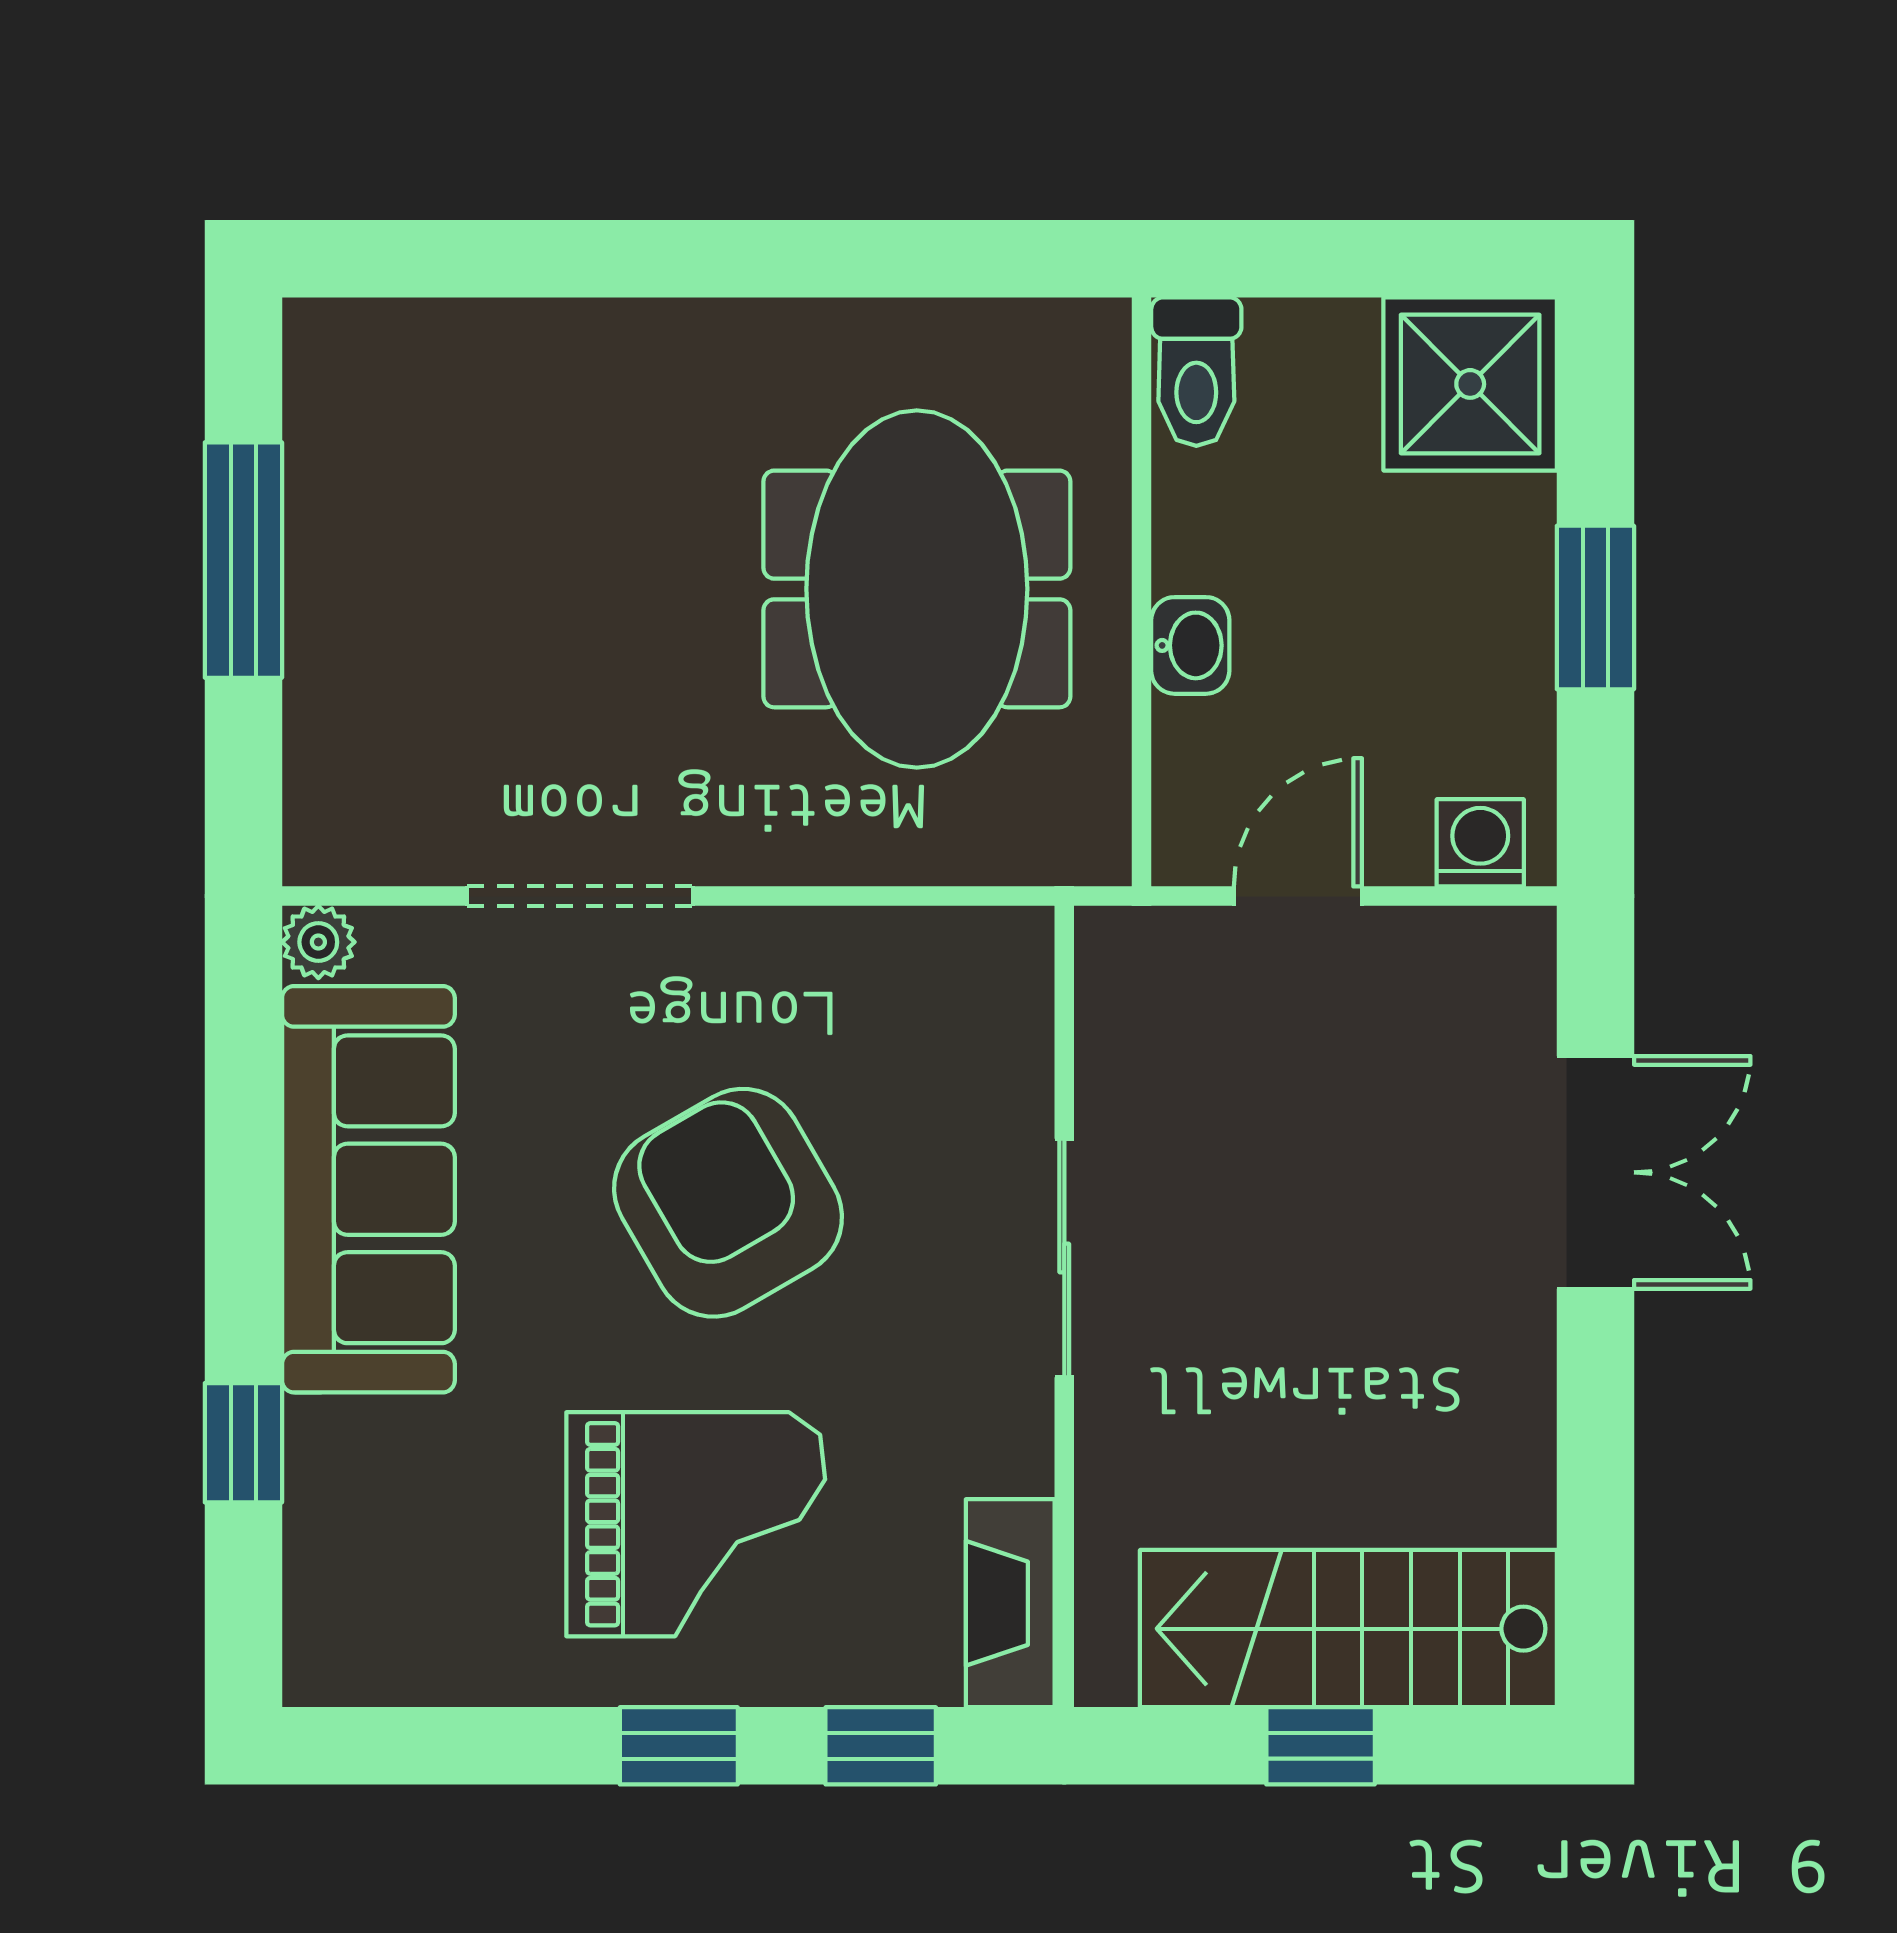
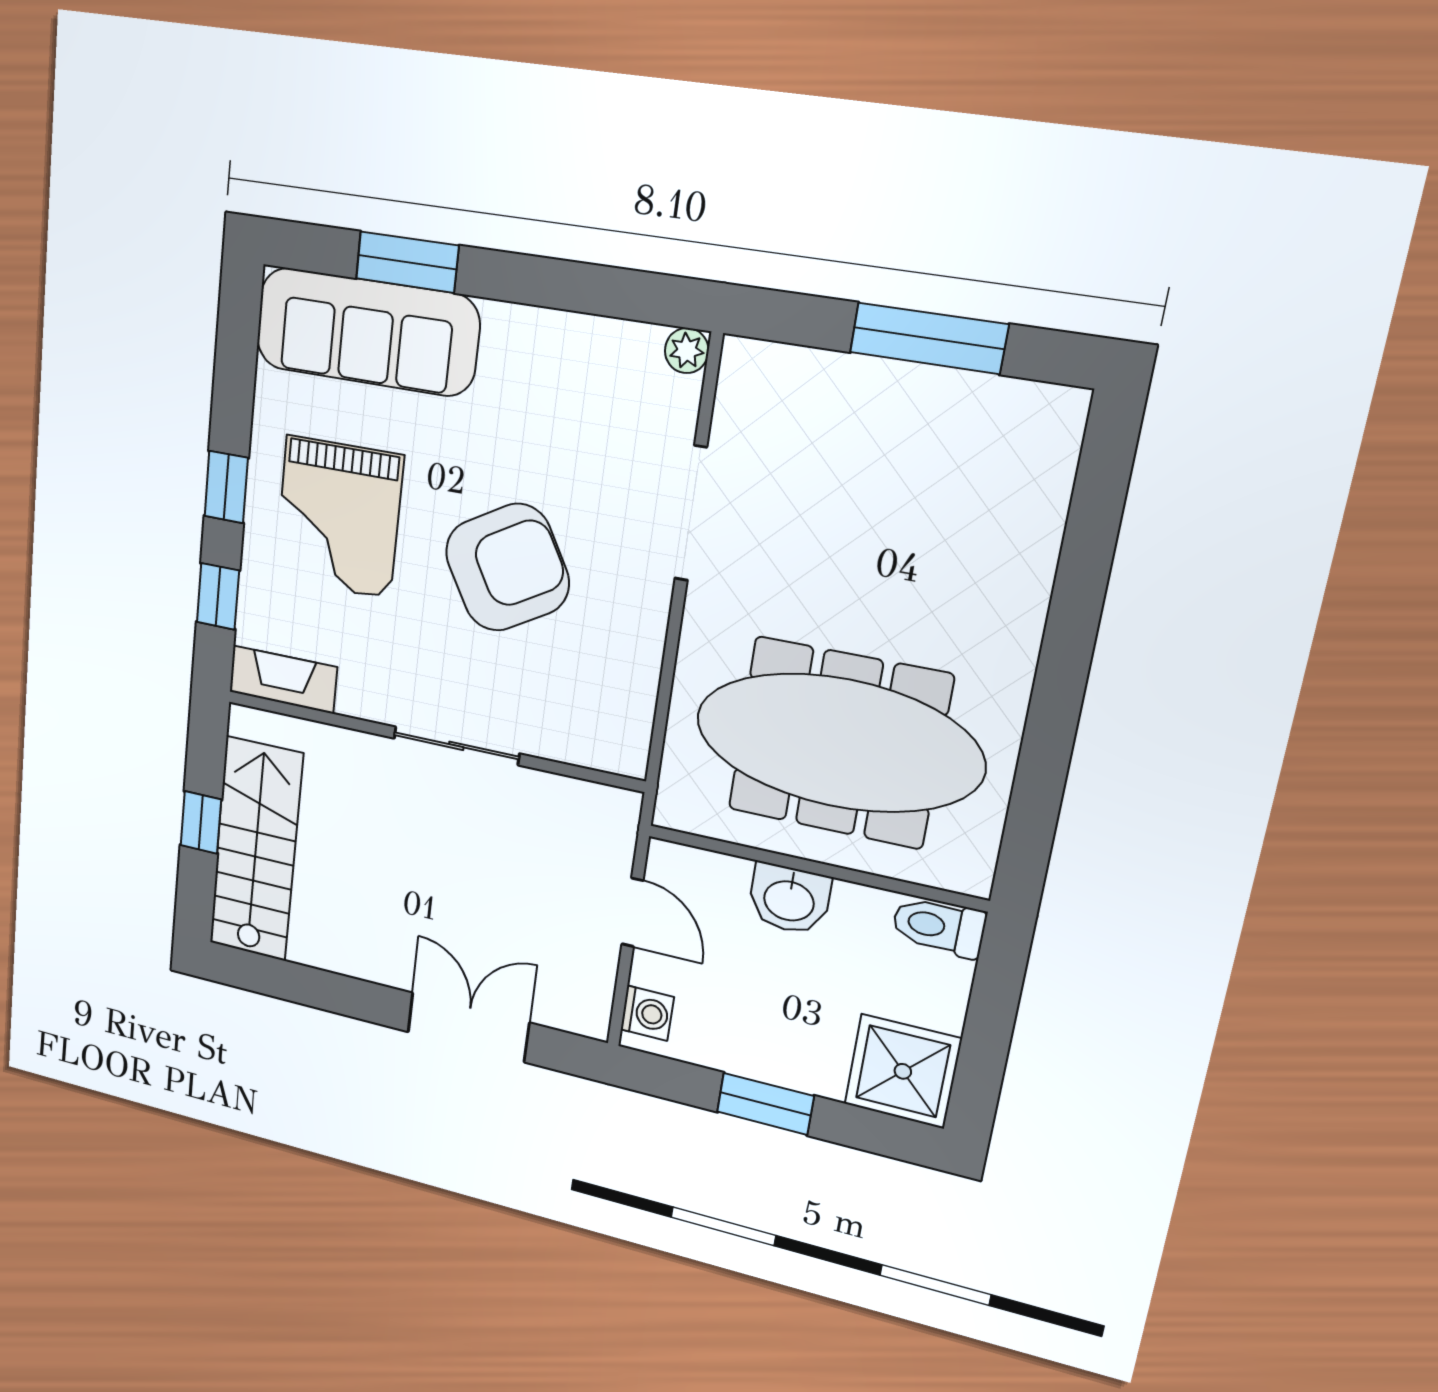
meeting table: (917, 589) -> (839, 743), width x1.36
washbasin: (1190, 645) -> (789, 899), width x1.38, depth x1.45
double door: (1595, 1172) -> (468, 1027), swing flipped
sofa: (368, 1189) -> (367, 332), moved
window: (243, 1443) -> (407, 262), width x1.50

